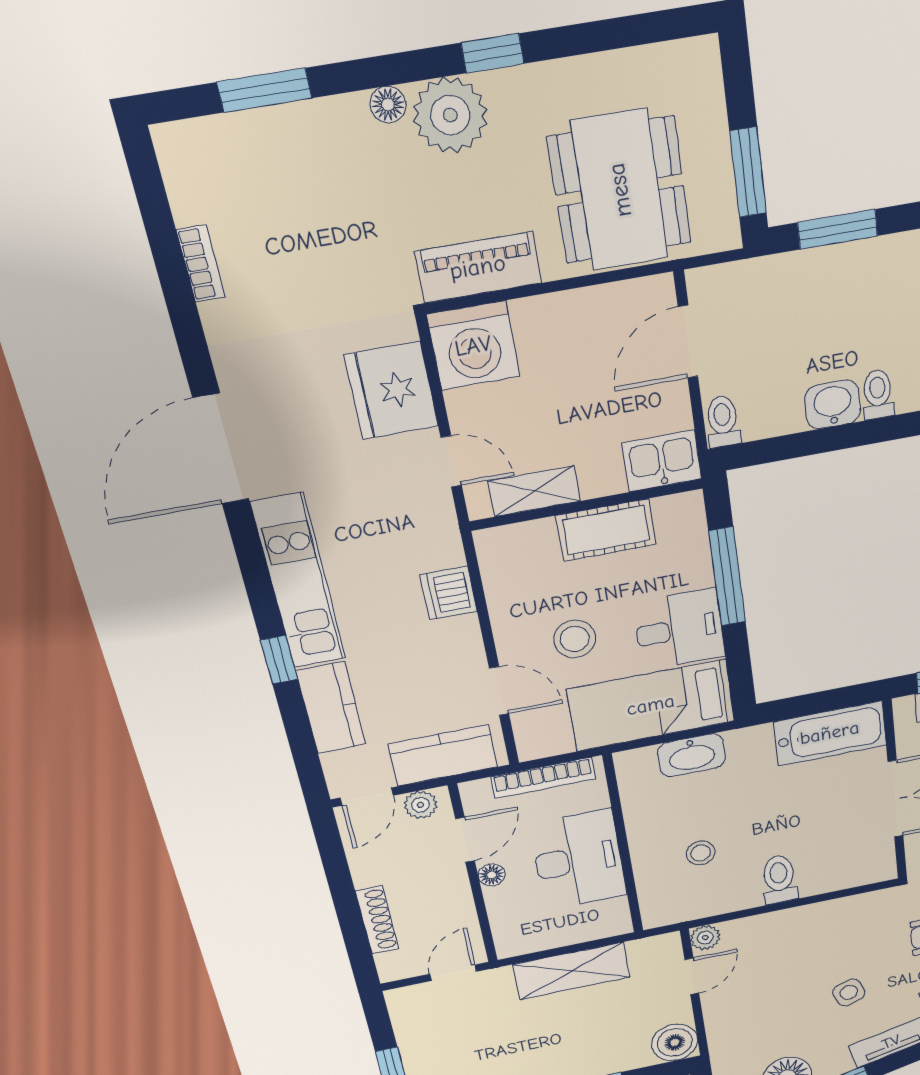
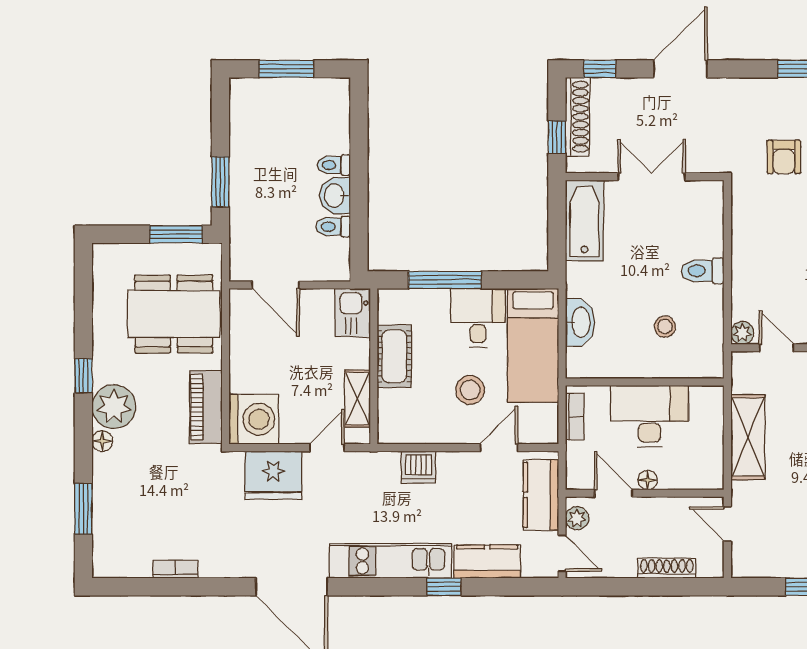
toilet: (723, 421) -> (333, 227), moved
bookcase: (543, 778) -> (575, 416), width x0.64

